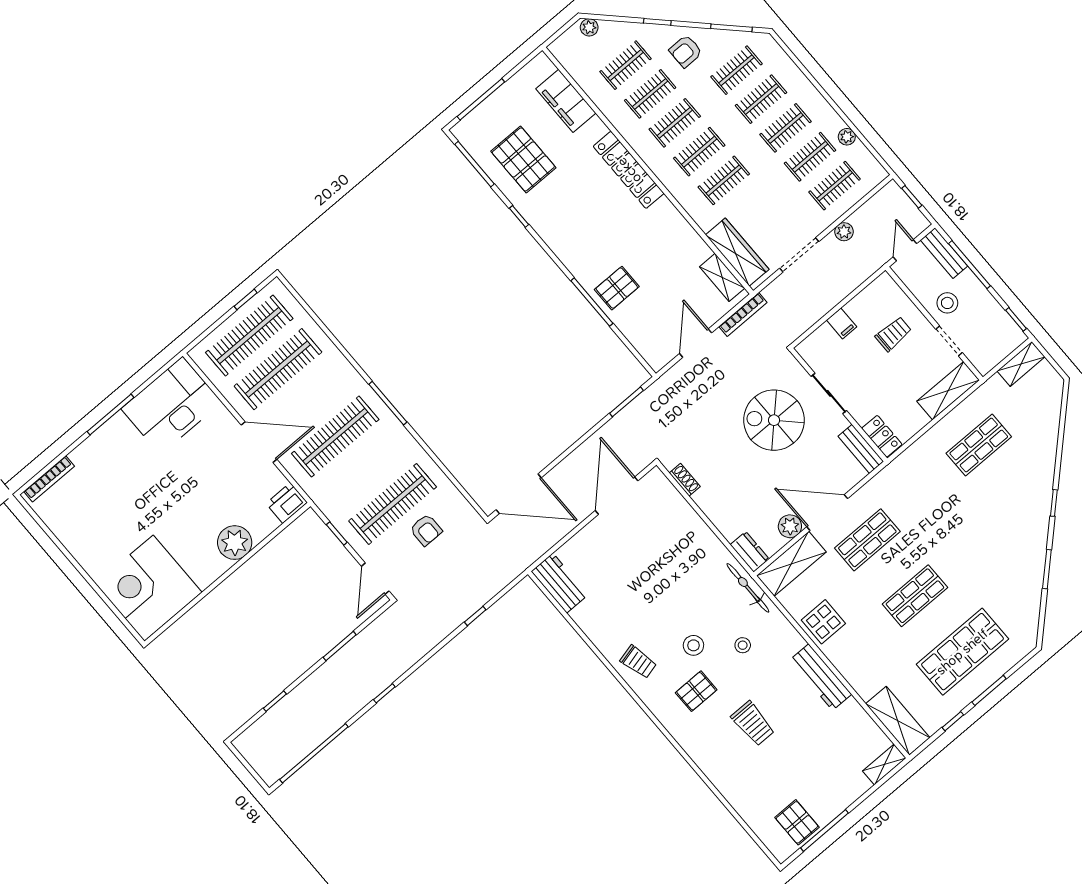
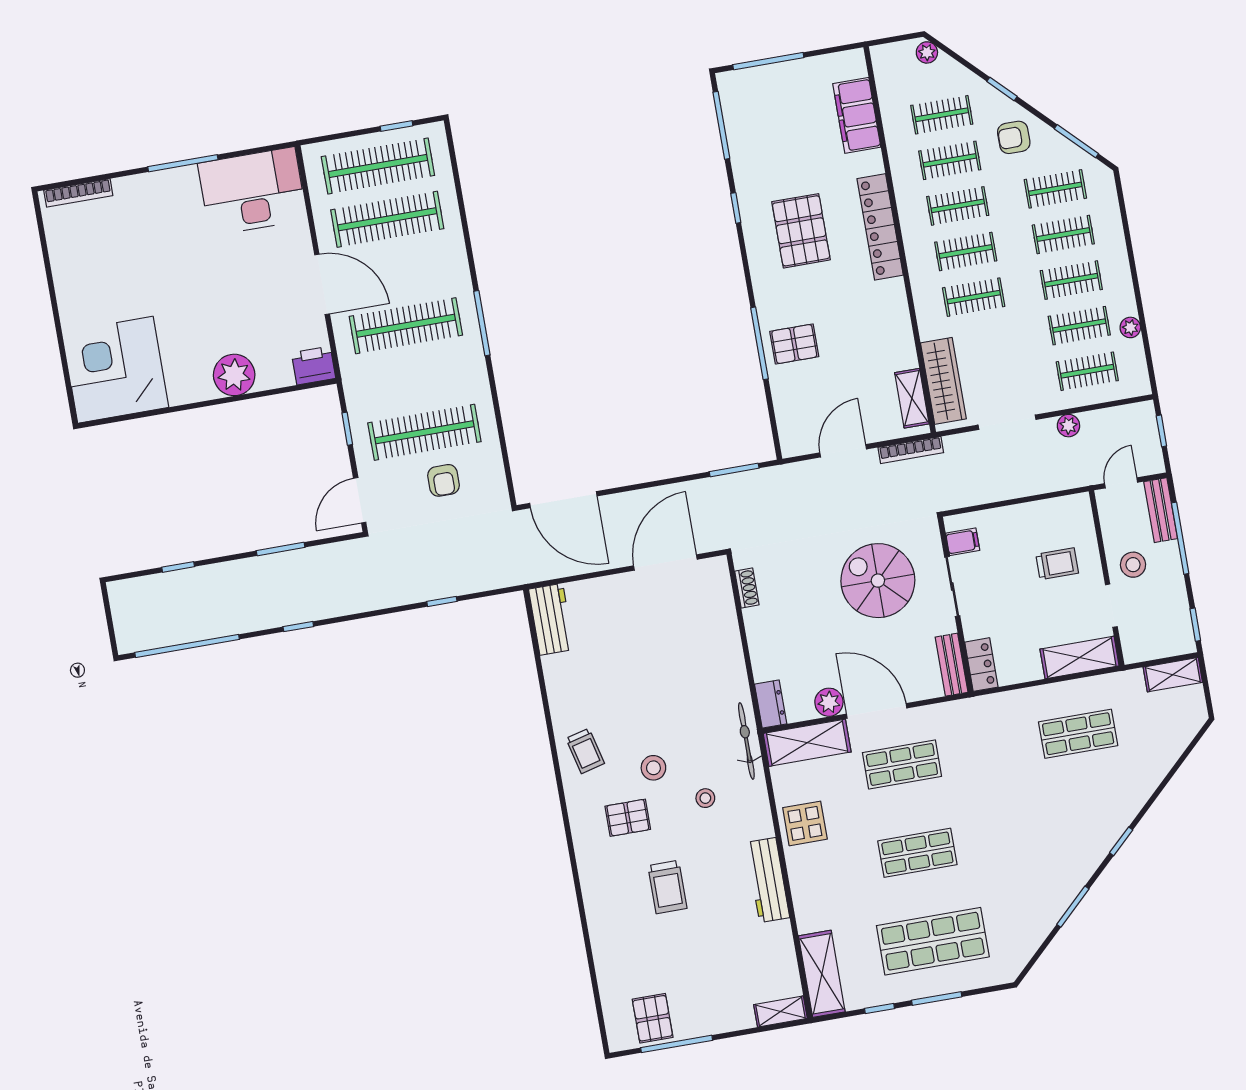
pallet: (523, 159) -> (801, 231), moved
filing cabinet: (842, 323) -> (963, 542), moved, turned -90

